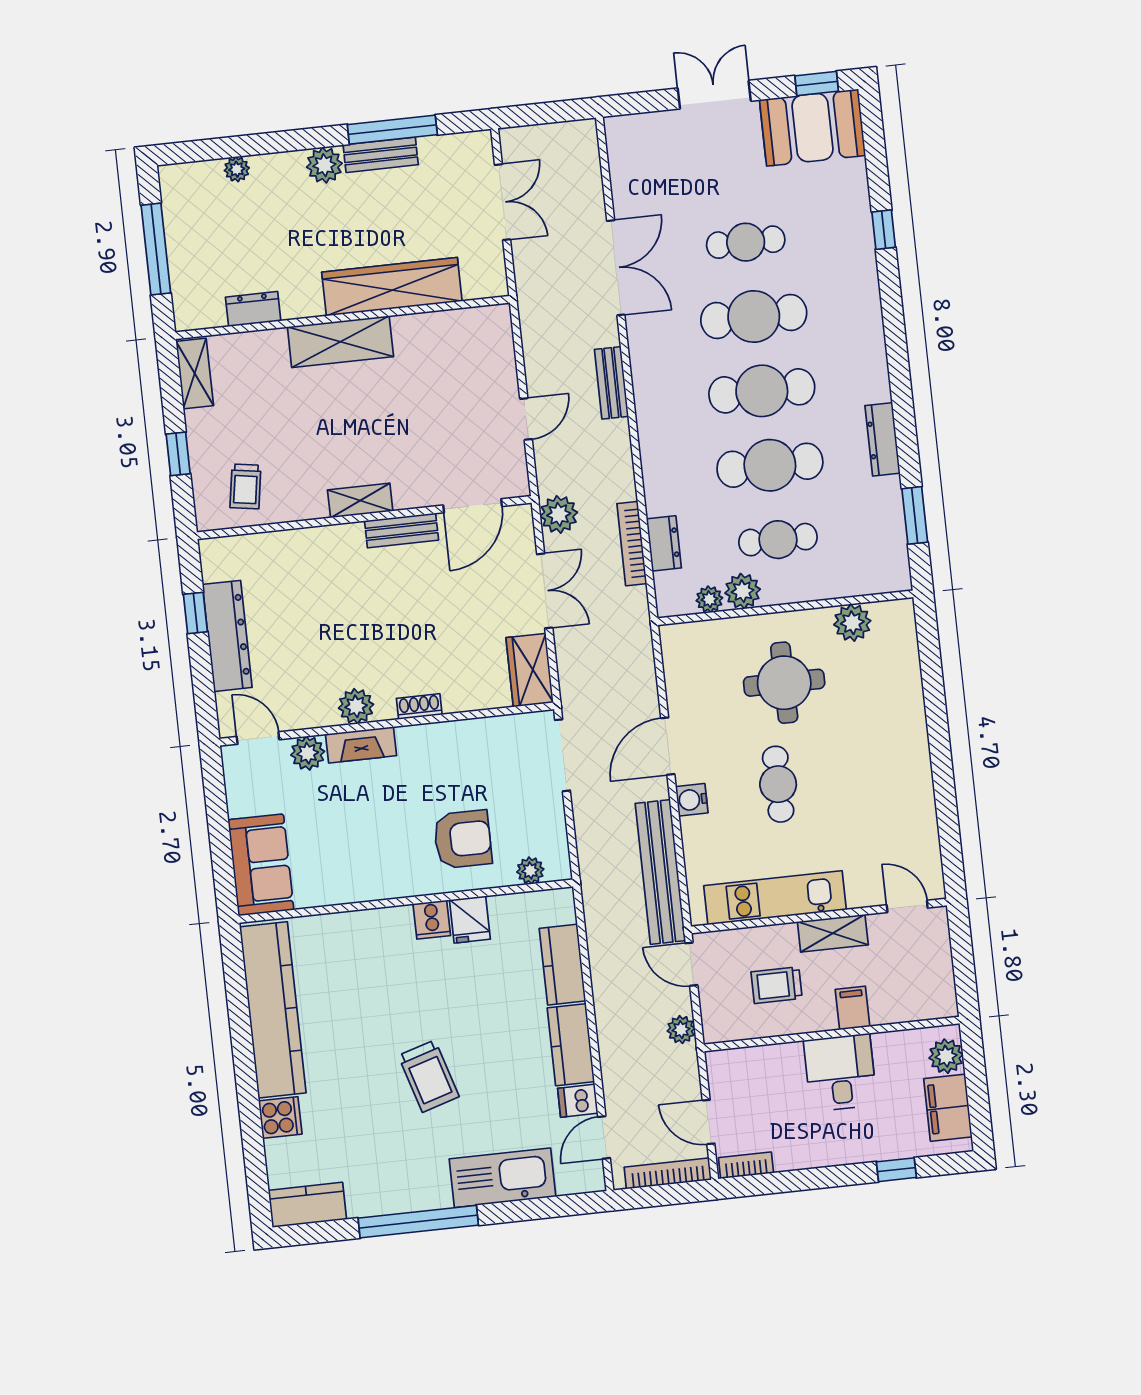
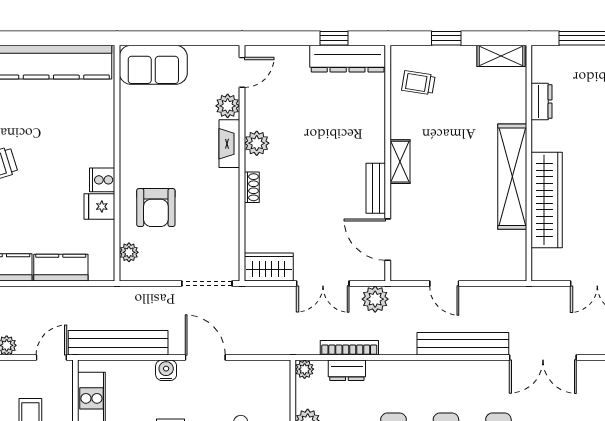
shelving: (340, 342) -> (512, 177), width x1.47
bench: (611, 383) -> (463, 344), width x1.86, depth x1.21
plant: (709, 599) -> (305, 369), moved
dresser: (227, 636) -> (348, 59), moved

